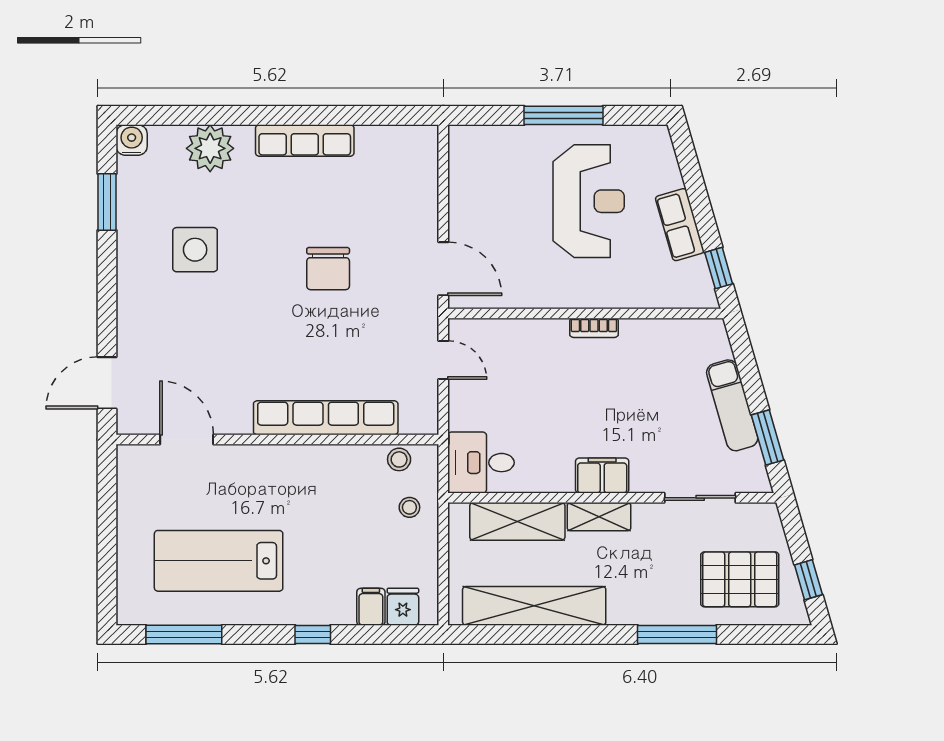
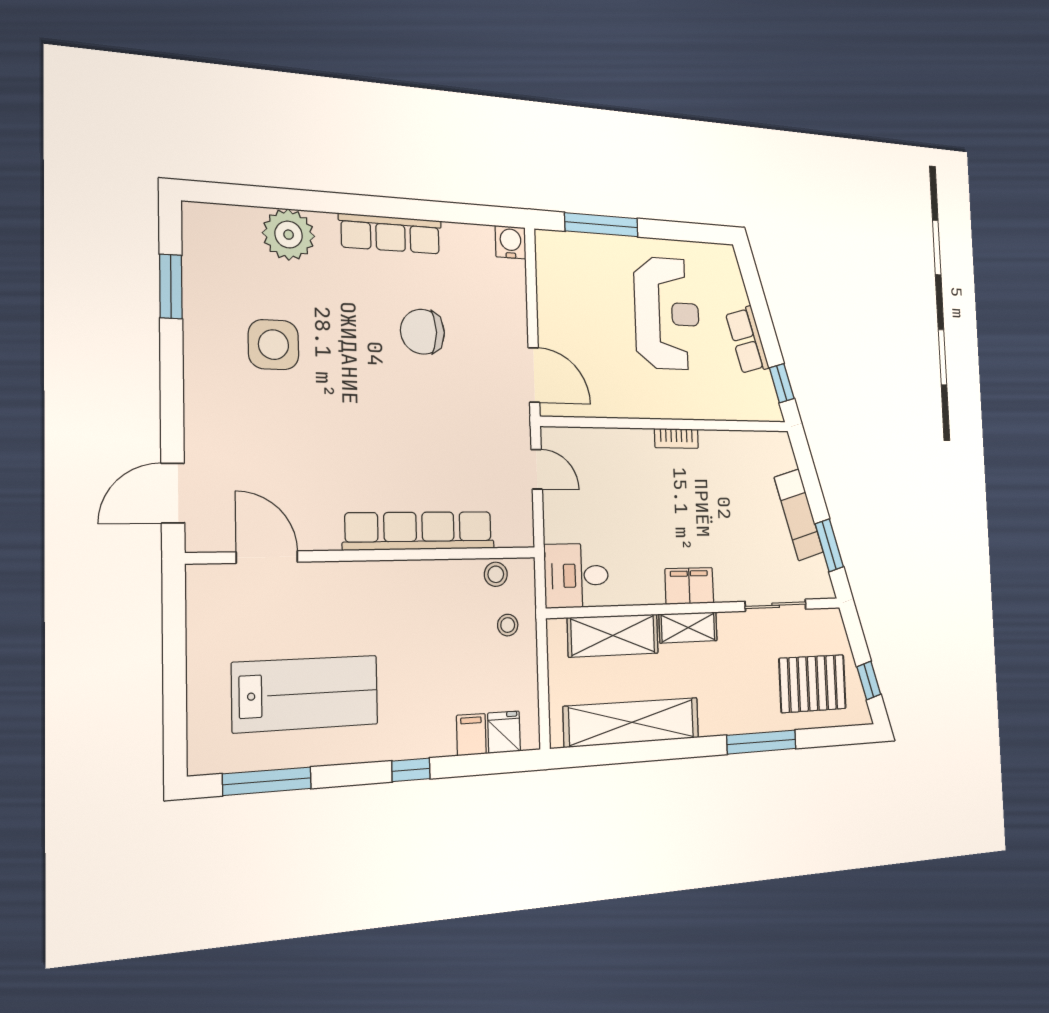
window: (564, 115) -> (601, 225), moved
water cooler: (132, 140) -> (511, 242), moved
chair: (328, 269) -> (423, 332), moved, turned 90
lab bench: (219, 561) -> (306, 694), turned 180

